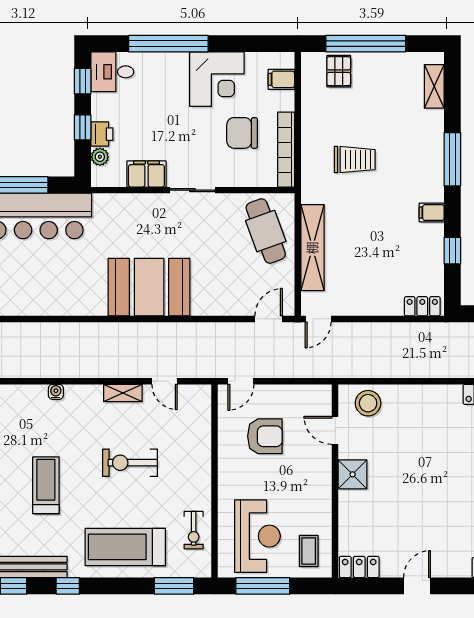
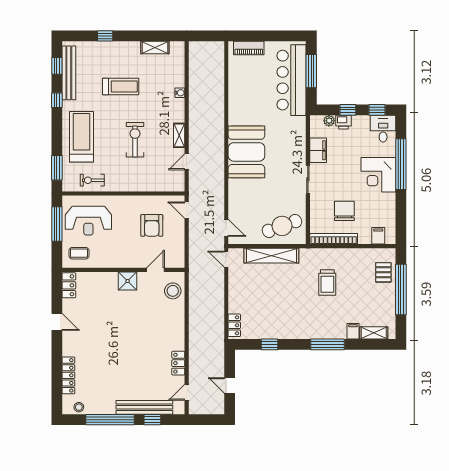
pallet: (339, 71) -> (383, 272), turned 90
corner desk: (217, 79) -> (378, 175), moved
filing cabinet: (432, 213) -> (353, 331), moved

